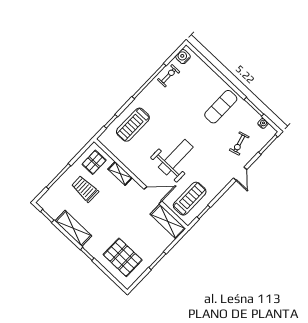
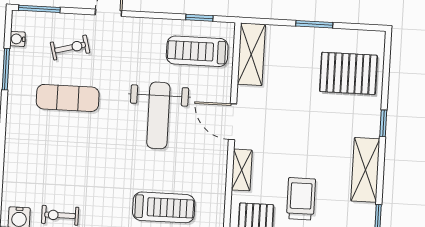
exercise mat: (221, 107) -> (68, 98), moved
weight bench: (176, 157) -> (158, 115), turned -90
trolley: (85, 189) -> (301, 199), turned 180
door: (153, 195) -> (233, 122), moved
pallet: (123, 257) -> (348, 73), turned 90

